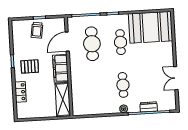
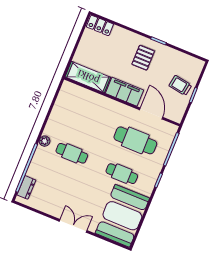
double door: (176, 78) -> (73, 226), moved
locker: (20, 92) -> (100, 25), moved
dresser: (149, 107) -> (26, 187), moved

